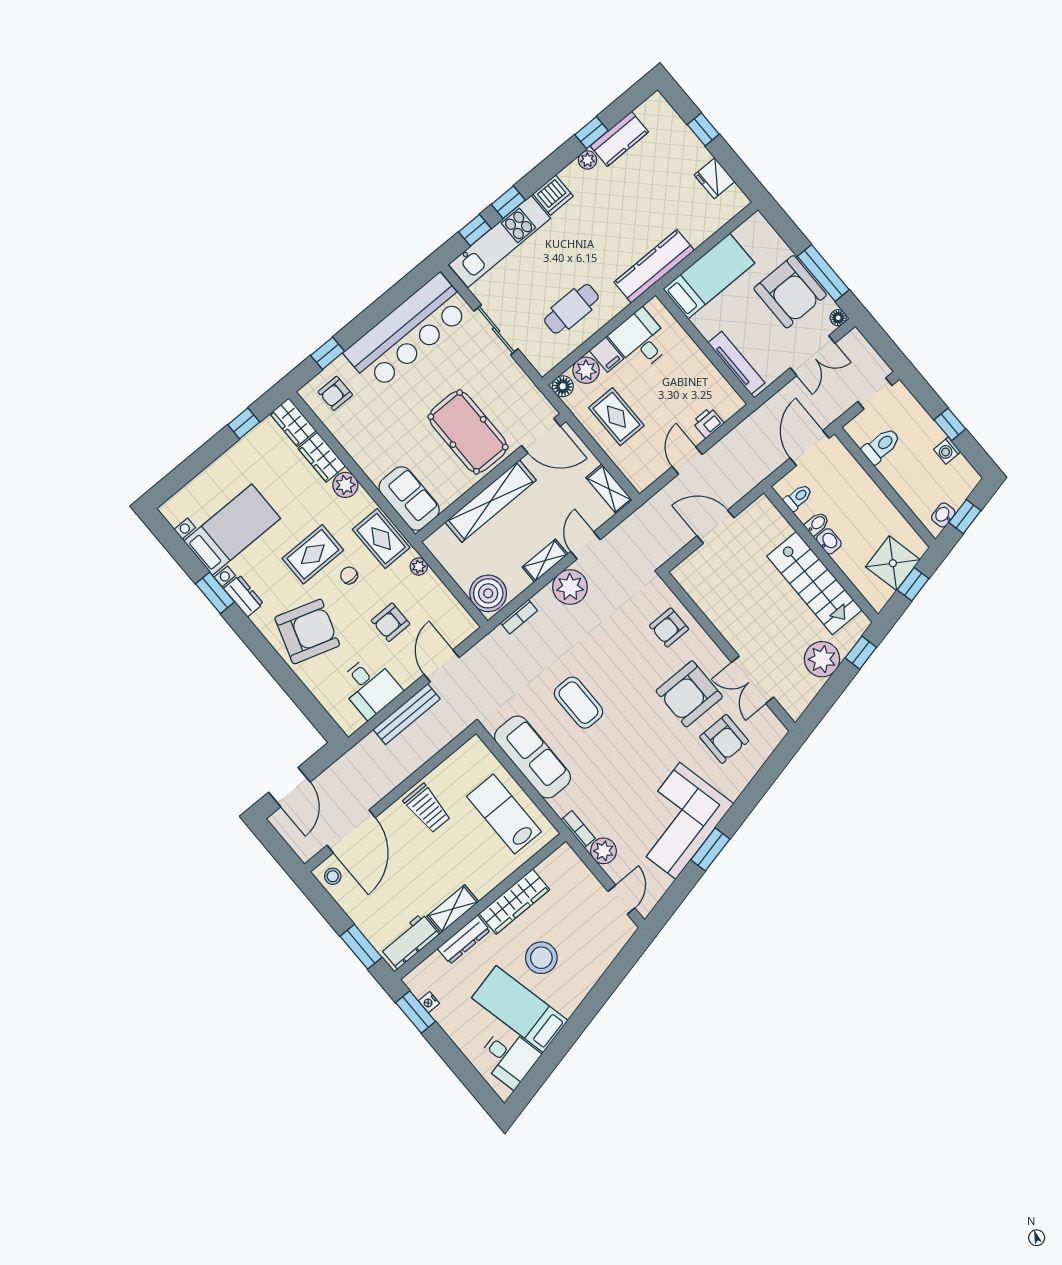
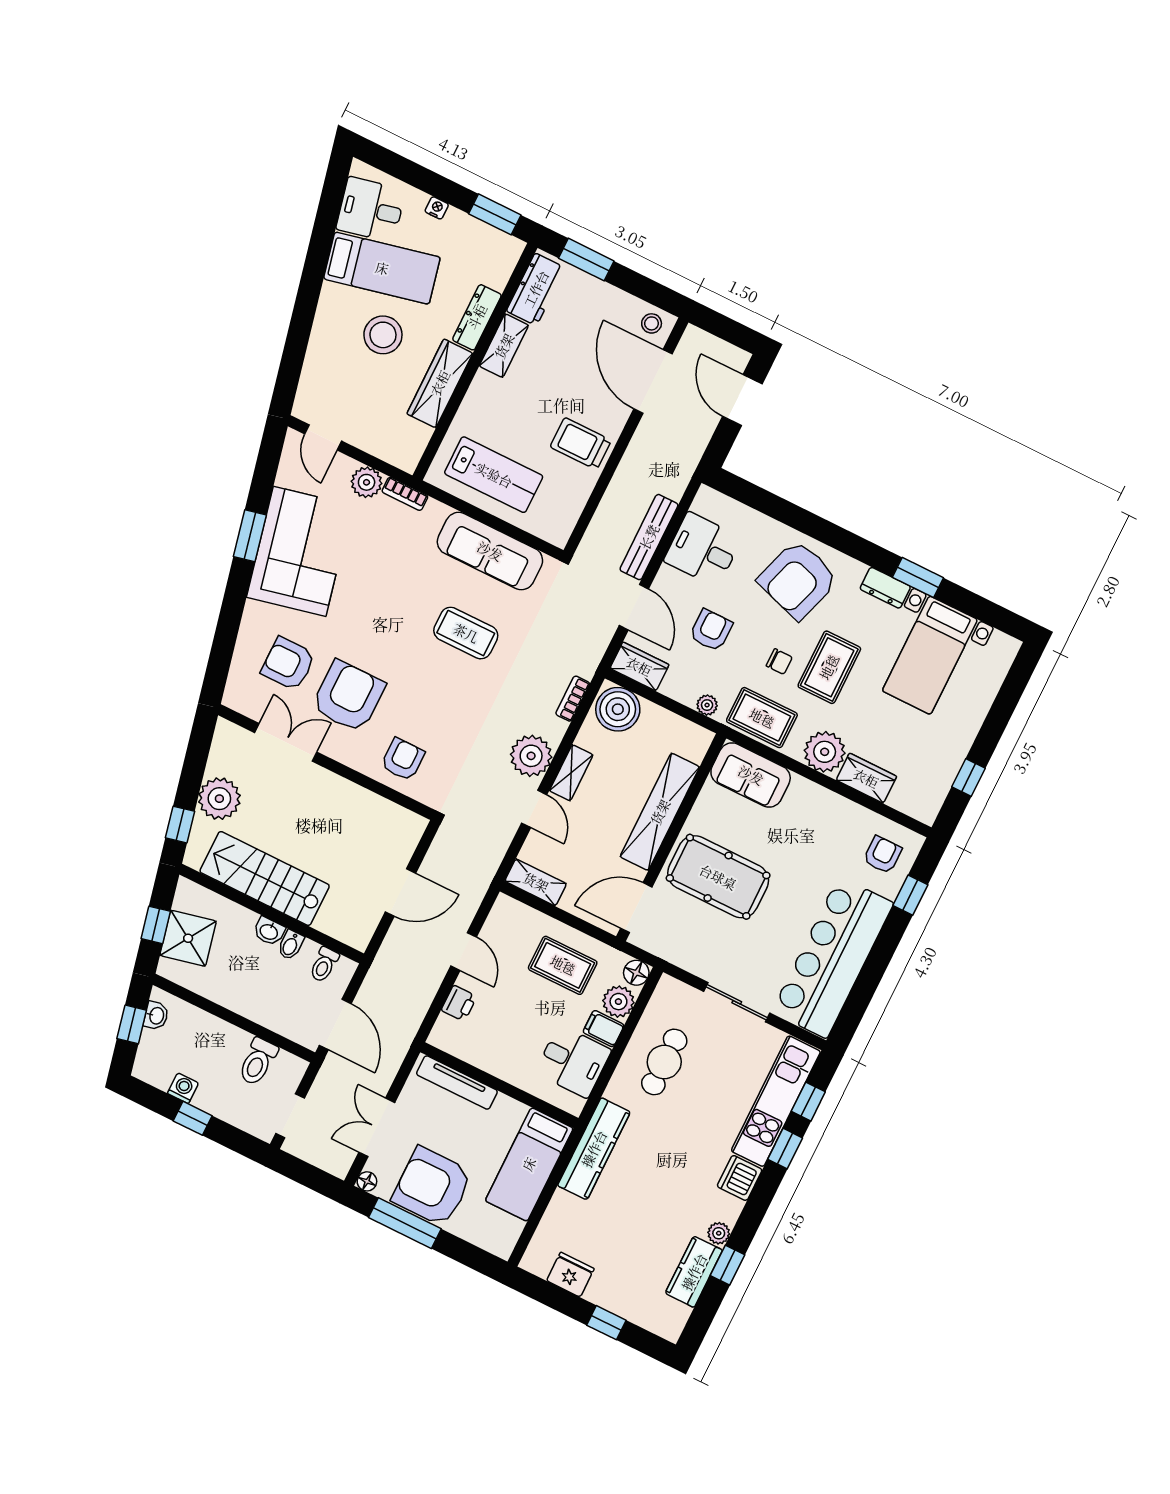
wardrobe: (293, 422) -> (639, 666), moved
plant: (345, 485) -> (825, 752), width x1.36, depth x1.36
nightstand: (429, 1002) -> (437, 208), moved

